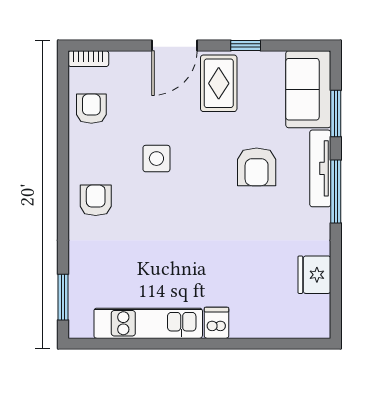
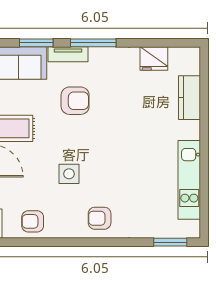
tv unit: (320, 168) -> (68, 54), width x0.71
dishwasher: (217, 323) -> (189, 130), removed
kitchen counter: (261, 323) -> (189, 98), added

